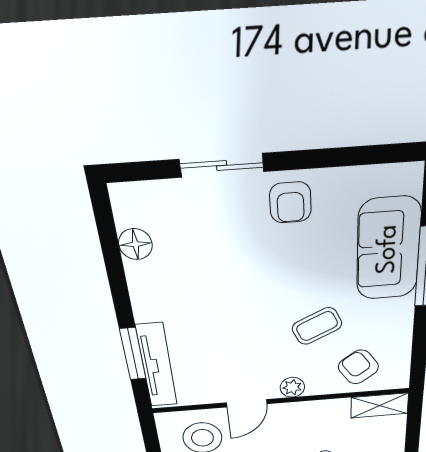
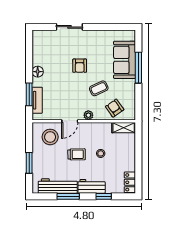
armchair: (290, 203) -> (80, 66), moved
floor lamp: (135, 244) -> (38, 72), moved
tv unit: (157, 366) -> (37, 100), width x0.71

